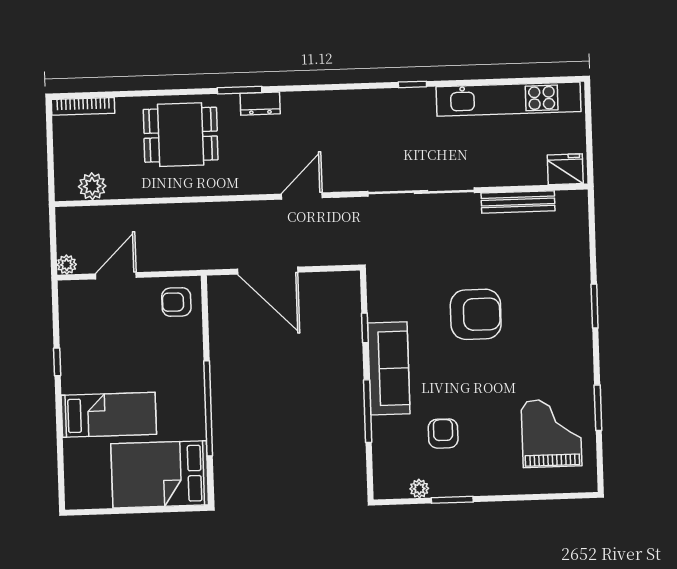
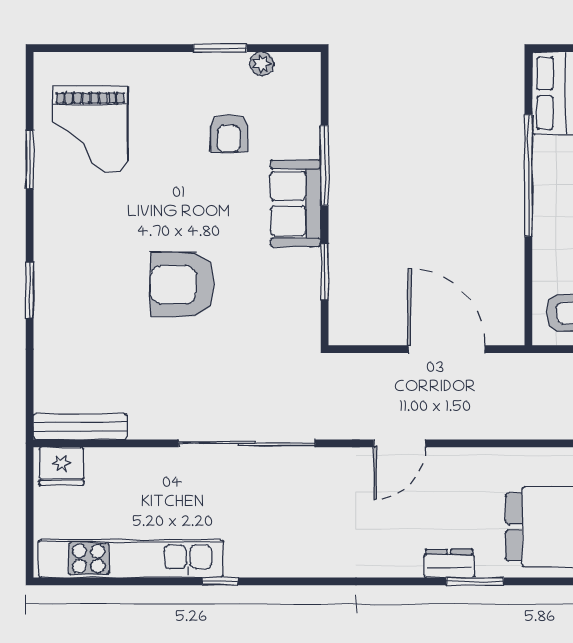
window: (412, 84) -> (220, 581), moved
bench: (518, 202) -> (80, 427), moved
window: (365, 328) -> (325, 272), width x1.50
sofa: (389, 368) -> (296, 203), width x0.73

